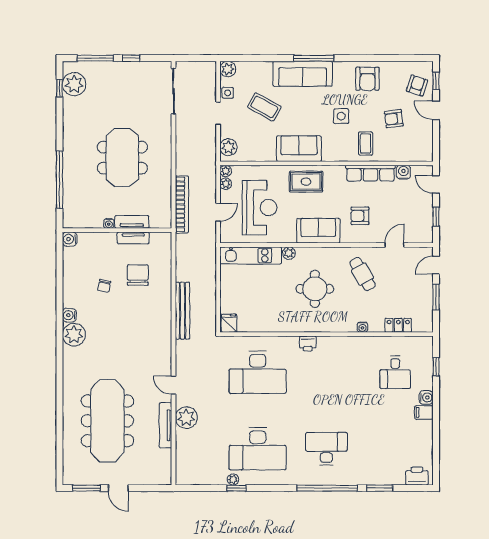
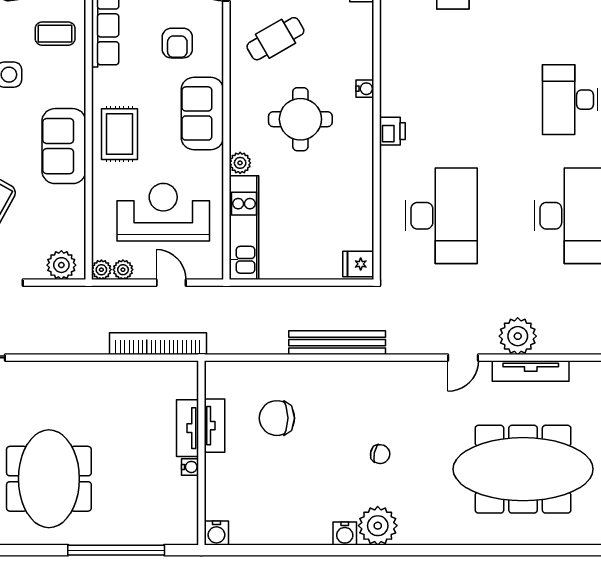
meeting table: (122, 158) -> (49, 479), moved, turned 90
chair: (104, 286) -> (380, 454), moved
water cooler: (362, 327) -> (365, 89), moved

